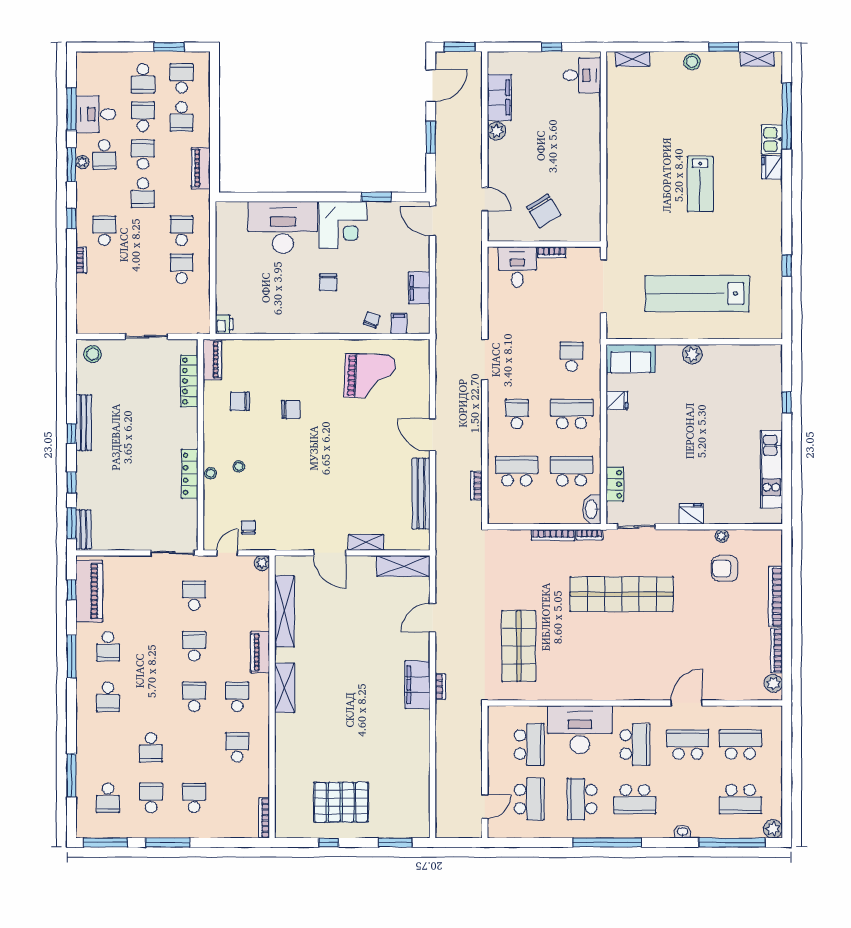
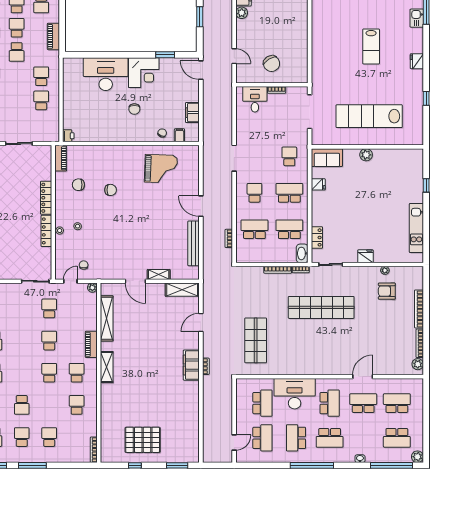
fridge: (772, 167) -> (417, 61), moved
locker: (189, 381) -> (46, 198), moved

